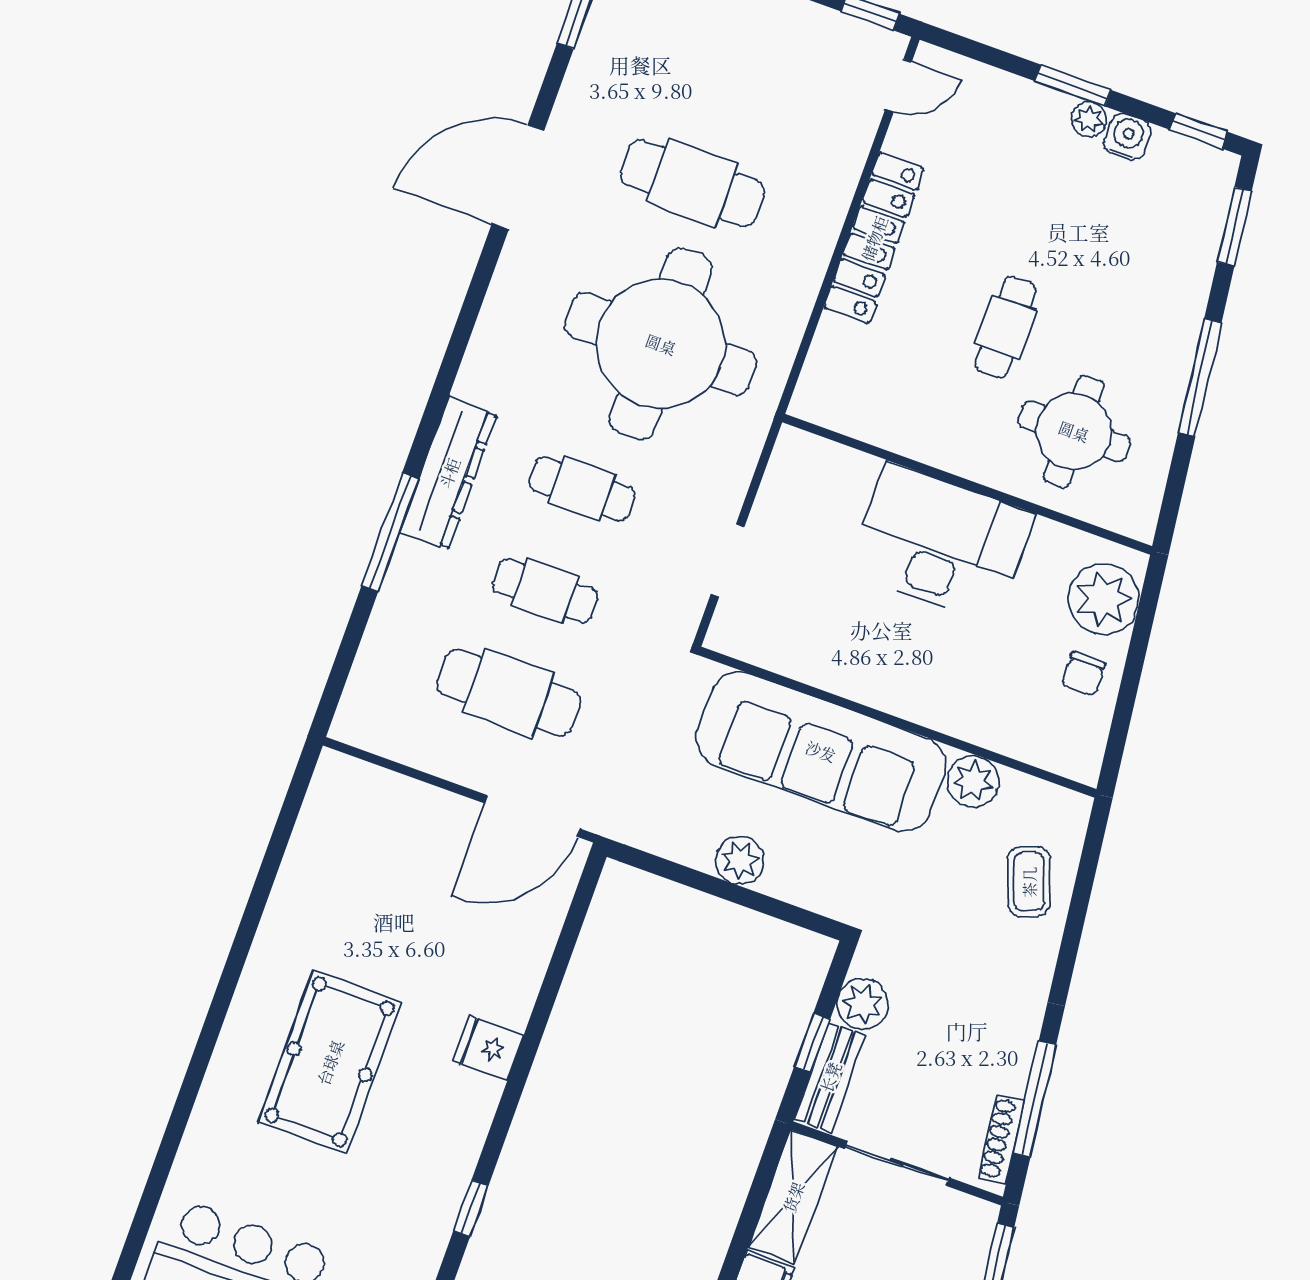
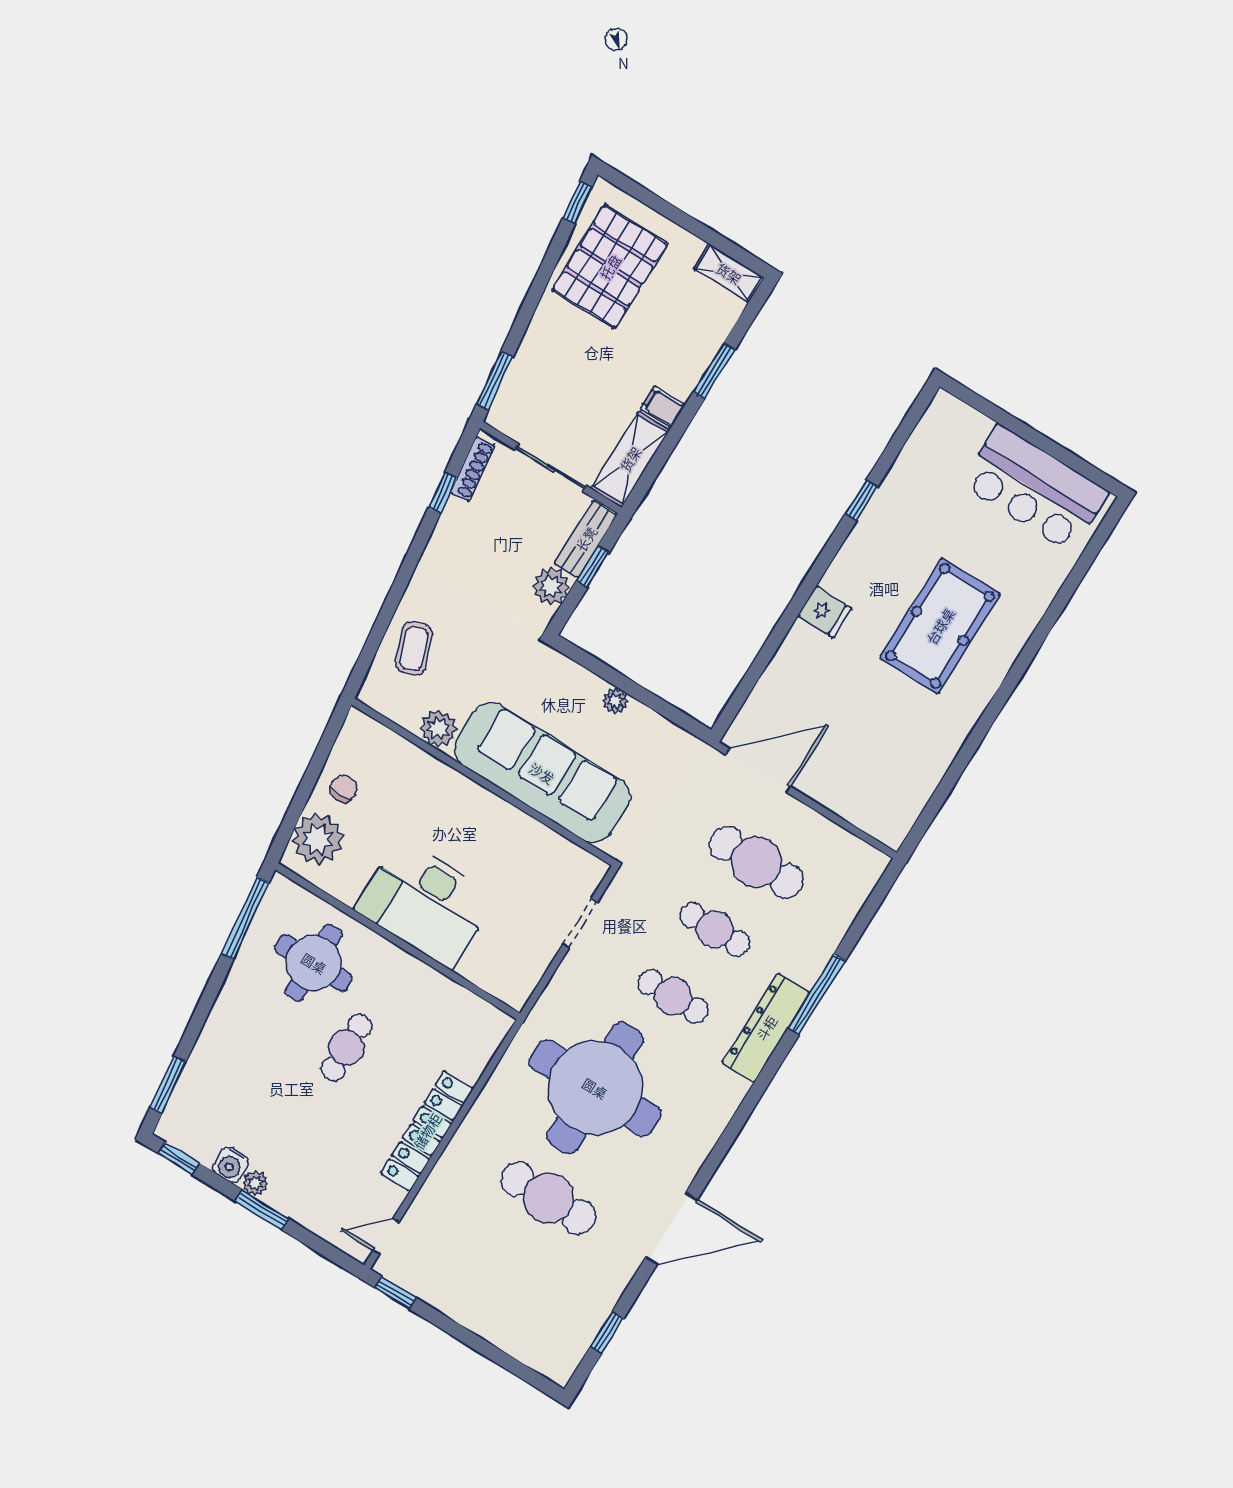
window: (1200, 378) -> (245, 918), moved
plant: (740, 860) -> (615, 701), width x0.73, depth x0.73
window: (1035, 1099) -> (443, 493), width x0.46

